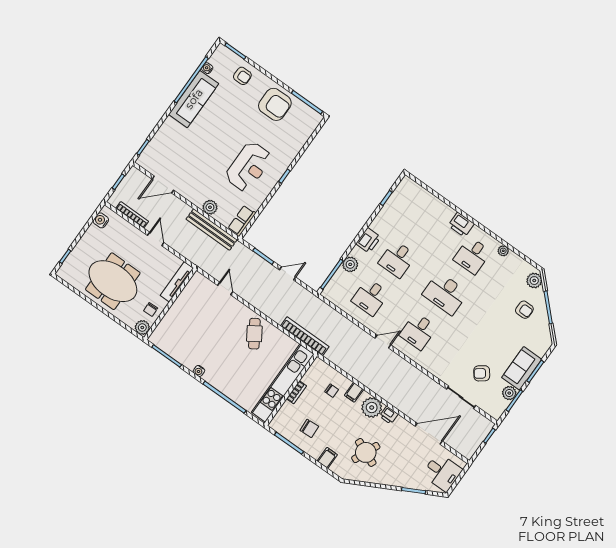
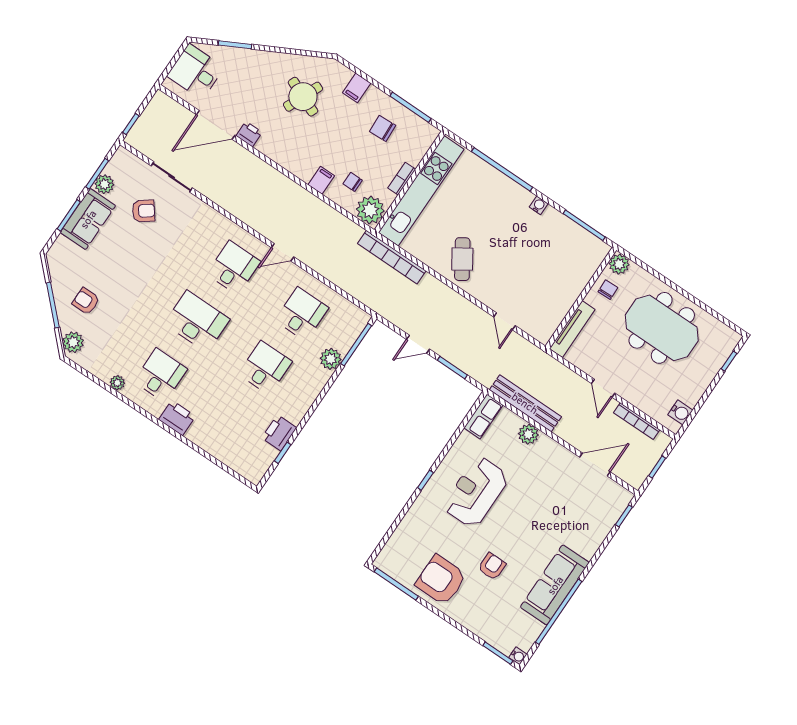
water cooler: (207, 68) -> (518, 656), moved
armchair: (242, 76) -> (492, 566), moved, turned 90
printer: (368, 240) -> (279, 433), moved
plant: (372, 408) -> (370, 210), moved
printer: (389, 415) -> (249, 134), moved

